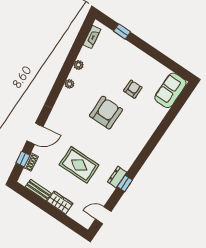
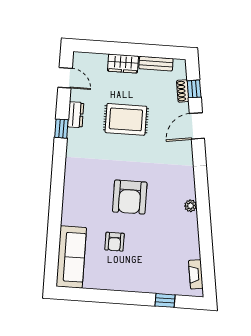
plant: (79, 65) -> (193, 233), removed
sofa: (170, 90) -> (71, 257), width x1.36
dresser: (117, 177) -> (76, 115), moved
door: (103, 215) -> (65, 78), hinge flipped

